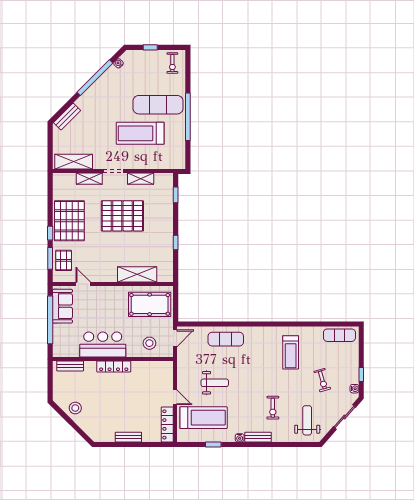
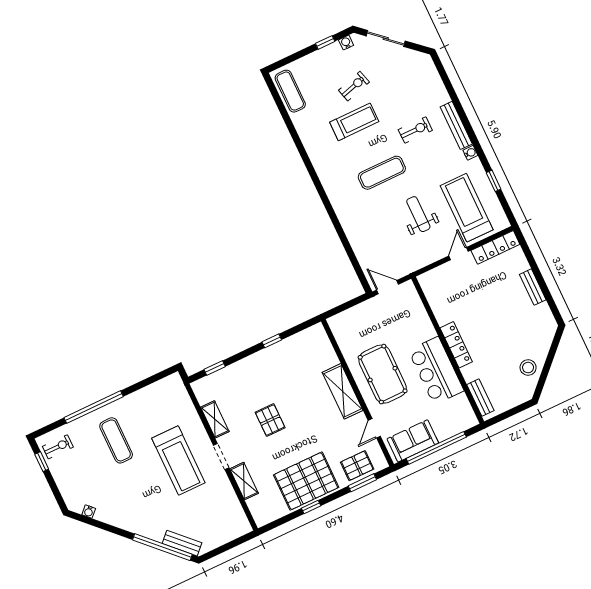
window: (150, 47) -> (42, 462), moved
window: (95, 78) -> (162, 547), moved
exercise mat: (158, 105) -> (116, 440), width x0.73, depth x0.69
window: (188, 117) -> (94, 407), moved
treadmill: (140, 133) -> (178, 460), moved
shelving: (74, 162) -> (233, 510), removed
pallet: (122, 216) -> (270, 420), width x0.49, depth x0.50
window: (50, 233) -> (311, 507), moved
shelving: (137, 274) -> (343, 391), moved
pool table: (150, 304) -> (383, 374), moved
exercise mat: (226, 339) -> (382, 173), moved, turned 90
stool: (149, 343) -> (408, 315), removed
treadmill: (291, 352) -> (354, 122), moved
weight bench: (307, 420) -> (411, 82), removed
bench: (258, 437) -> (456, 125), width x1.36

